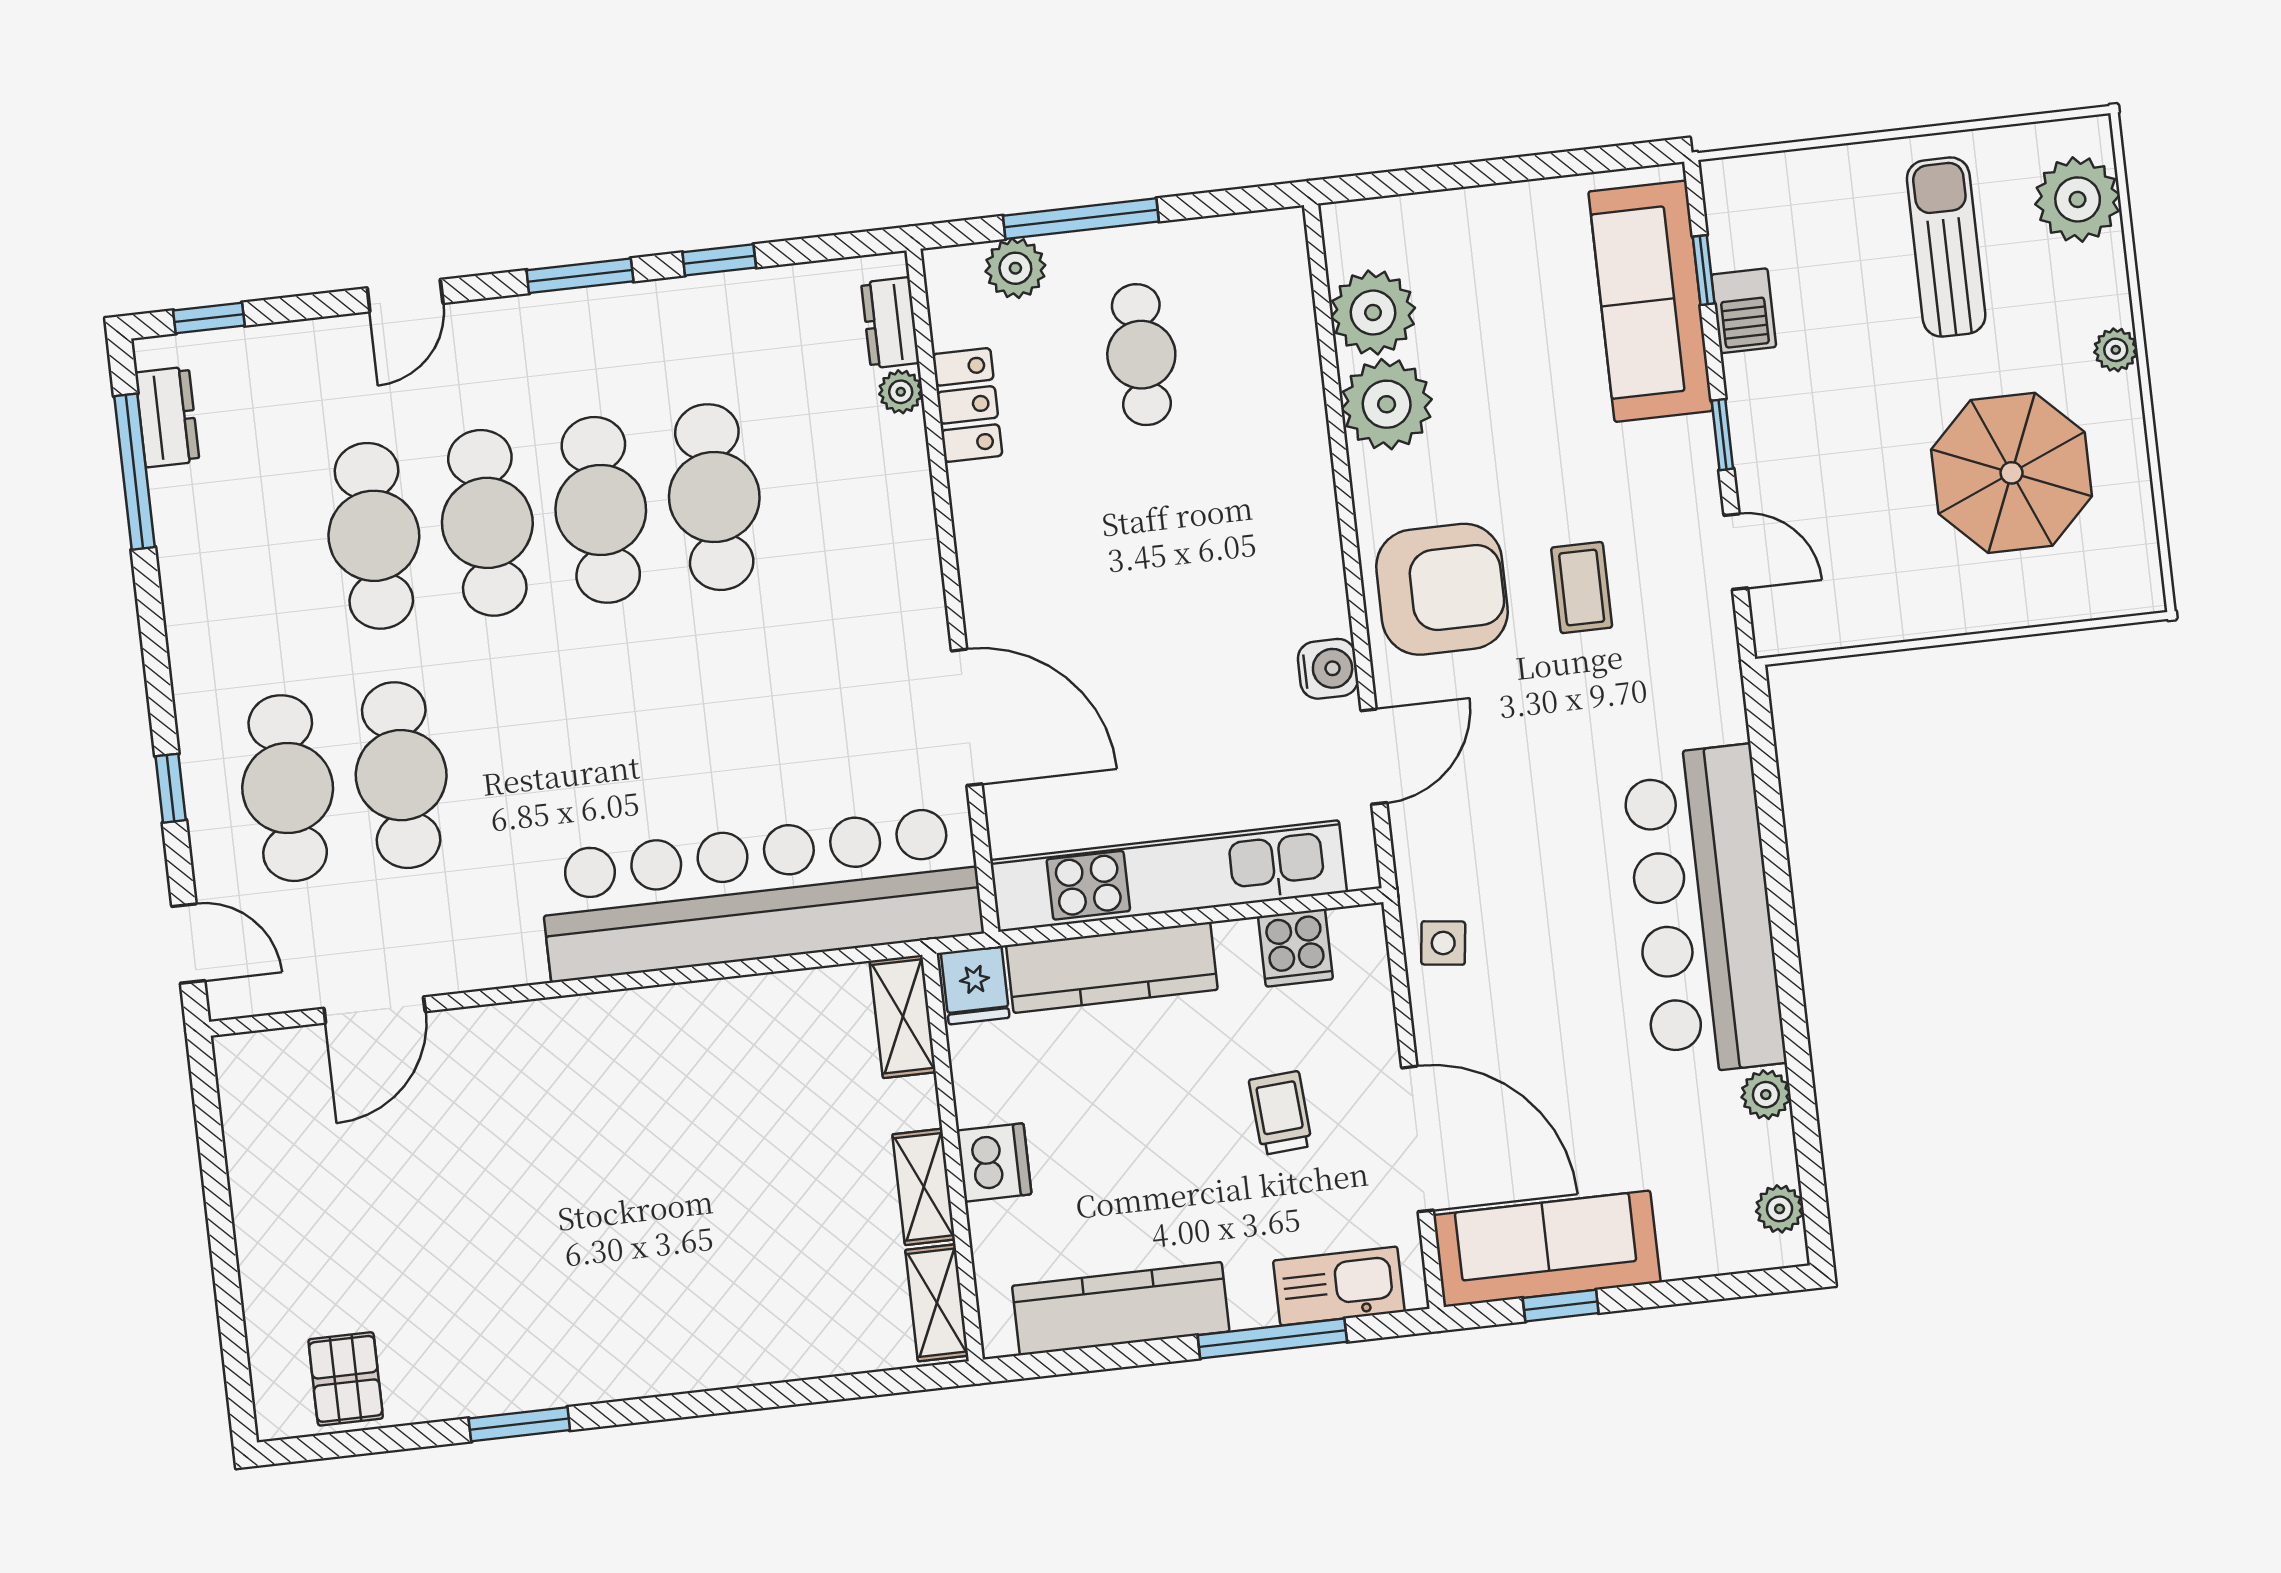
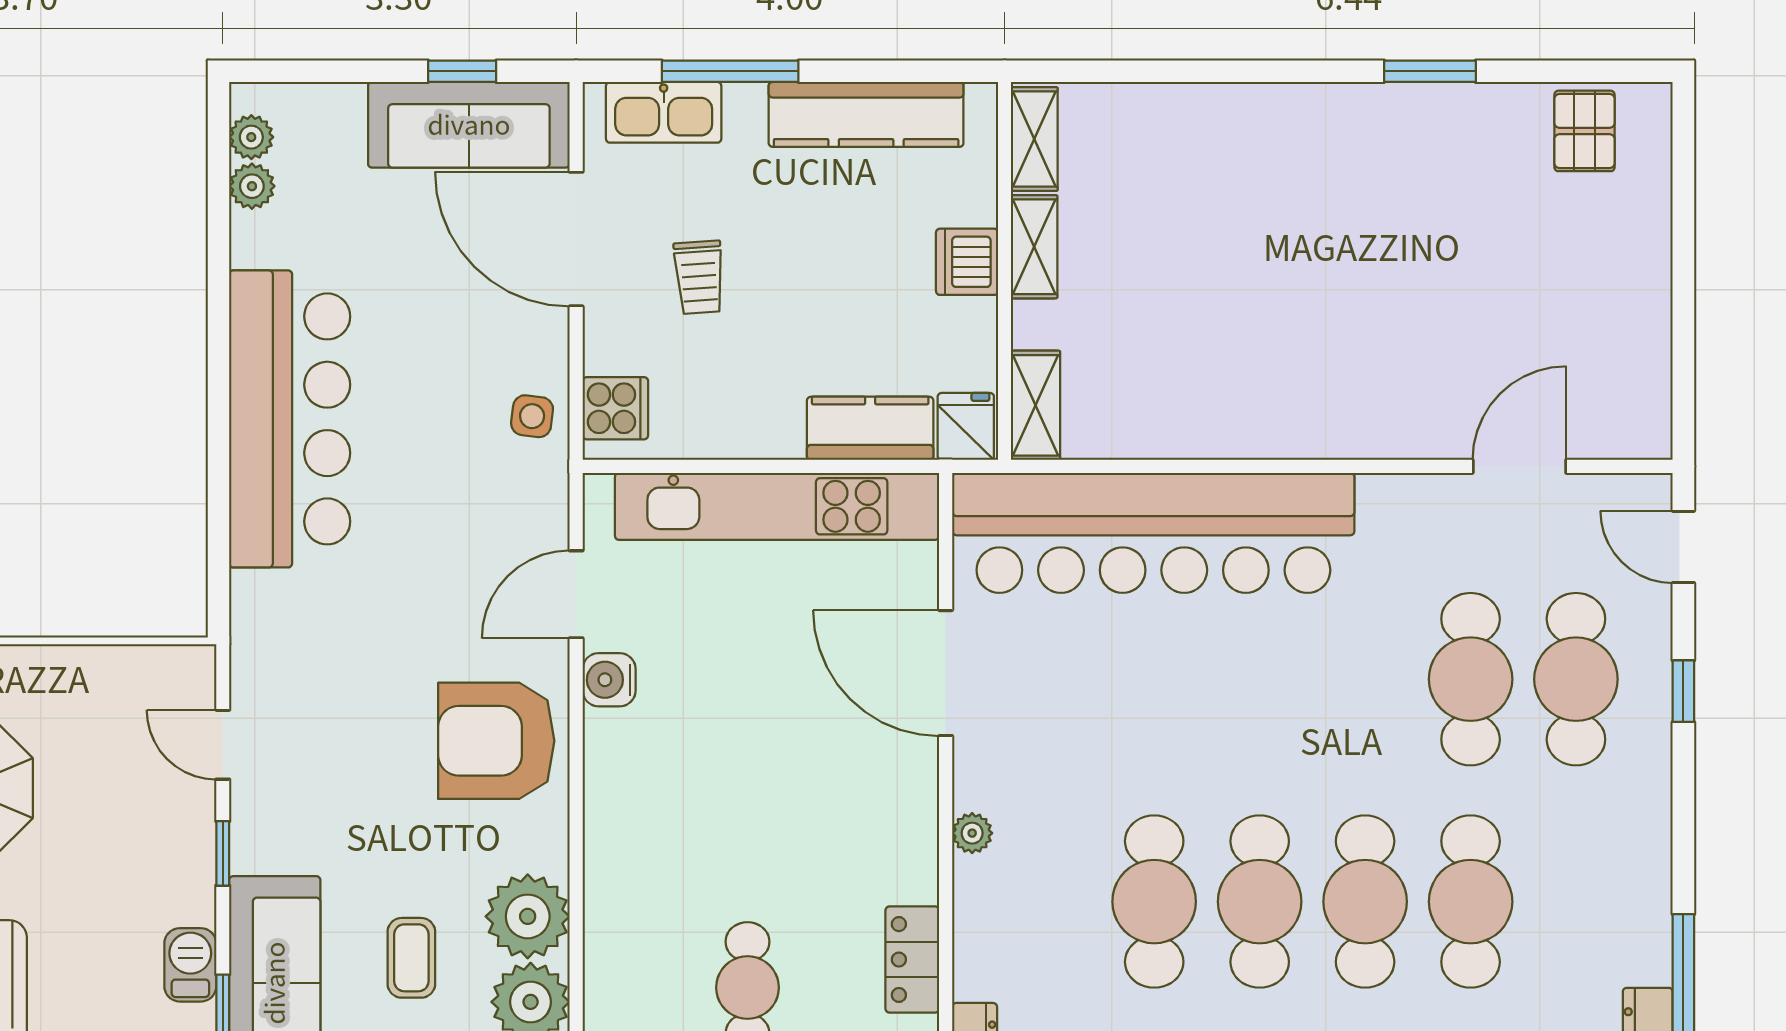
plant: (901, 392) -> (972, 833), moved
coffee table: (1582, 588) -> (411, 958), moved
cooker: (1295, 948) -> (615, 408), moved, turned 90
kitchen counter: (1112, 967) -> (870, 428), width x0.67
plant: (1766, 1095) -> (252, 186), moved

